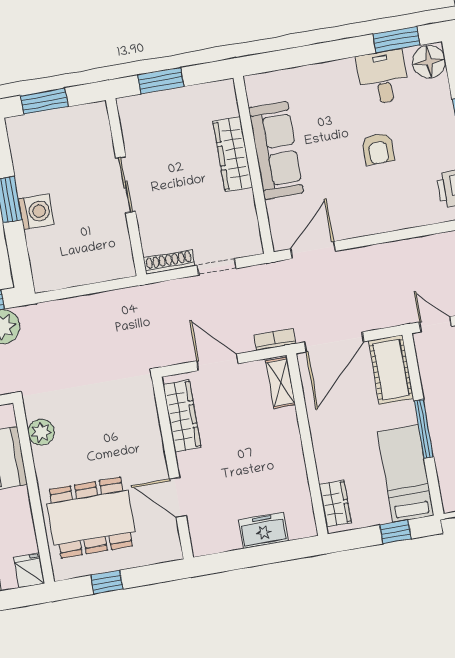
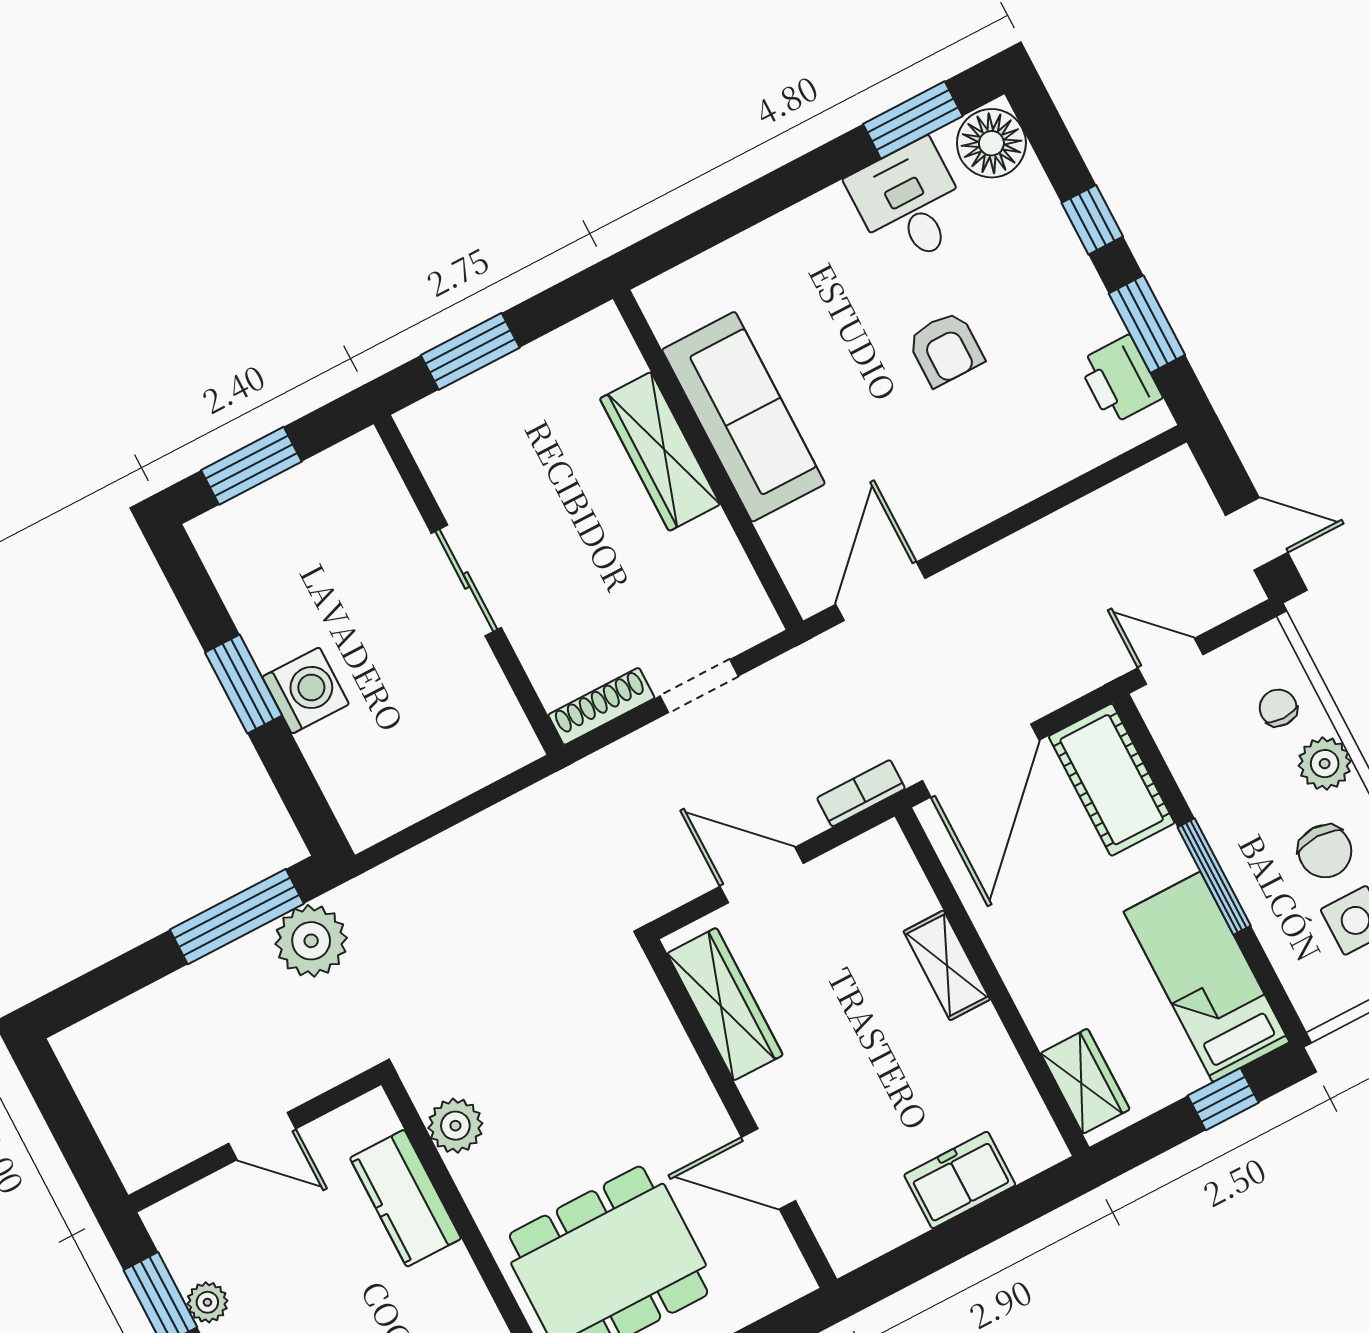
shelving: (280, 383) -> (947, 965), moved

